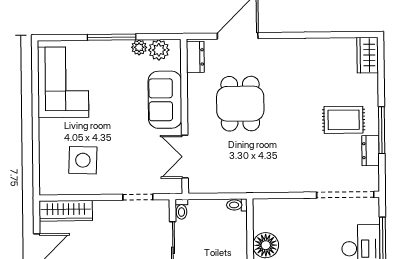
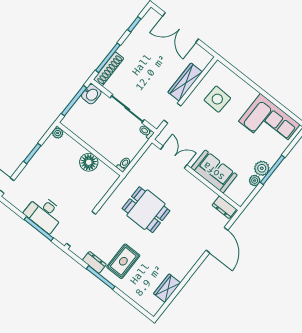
plant: (159, 50) -> (262, 168), moved
wardrobe: (368, 55) -> (167, 288), moved, turned -90
dining table: (240, 104) -> (146, 210), moved
wardrobe: (66, 211) -> (185, 82), moved

